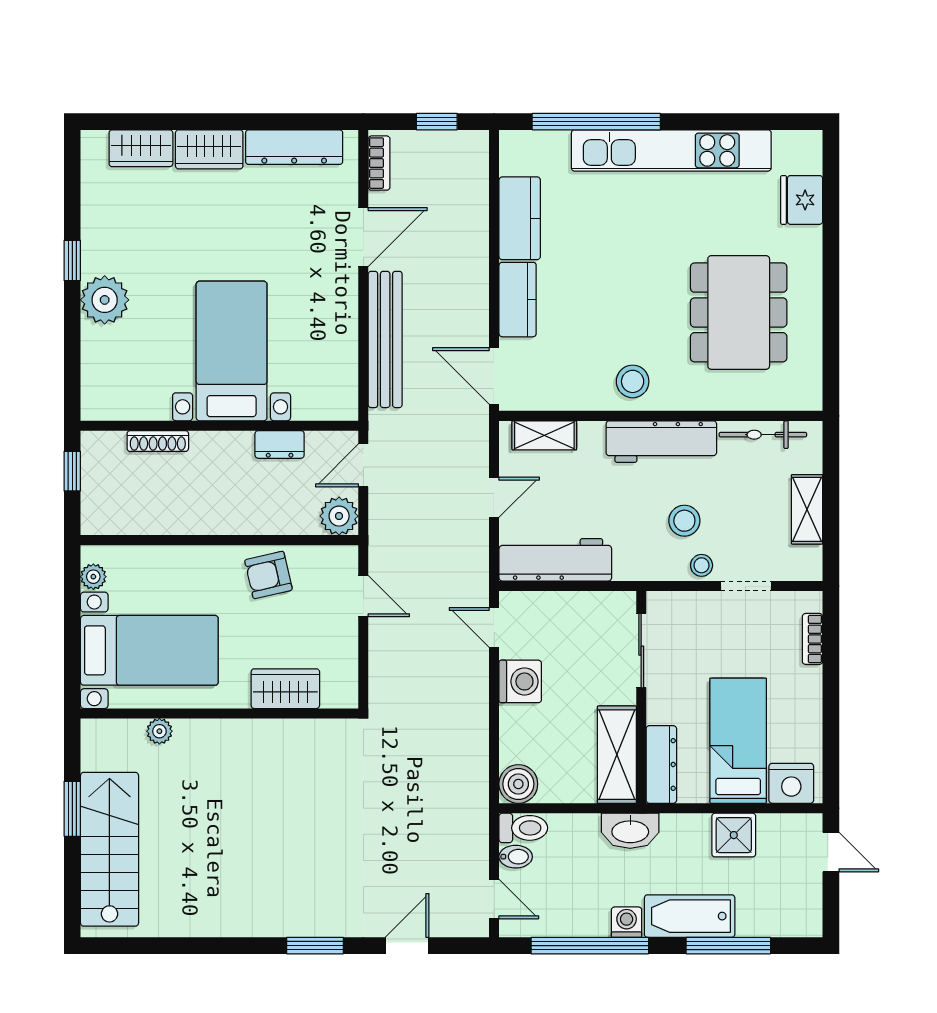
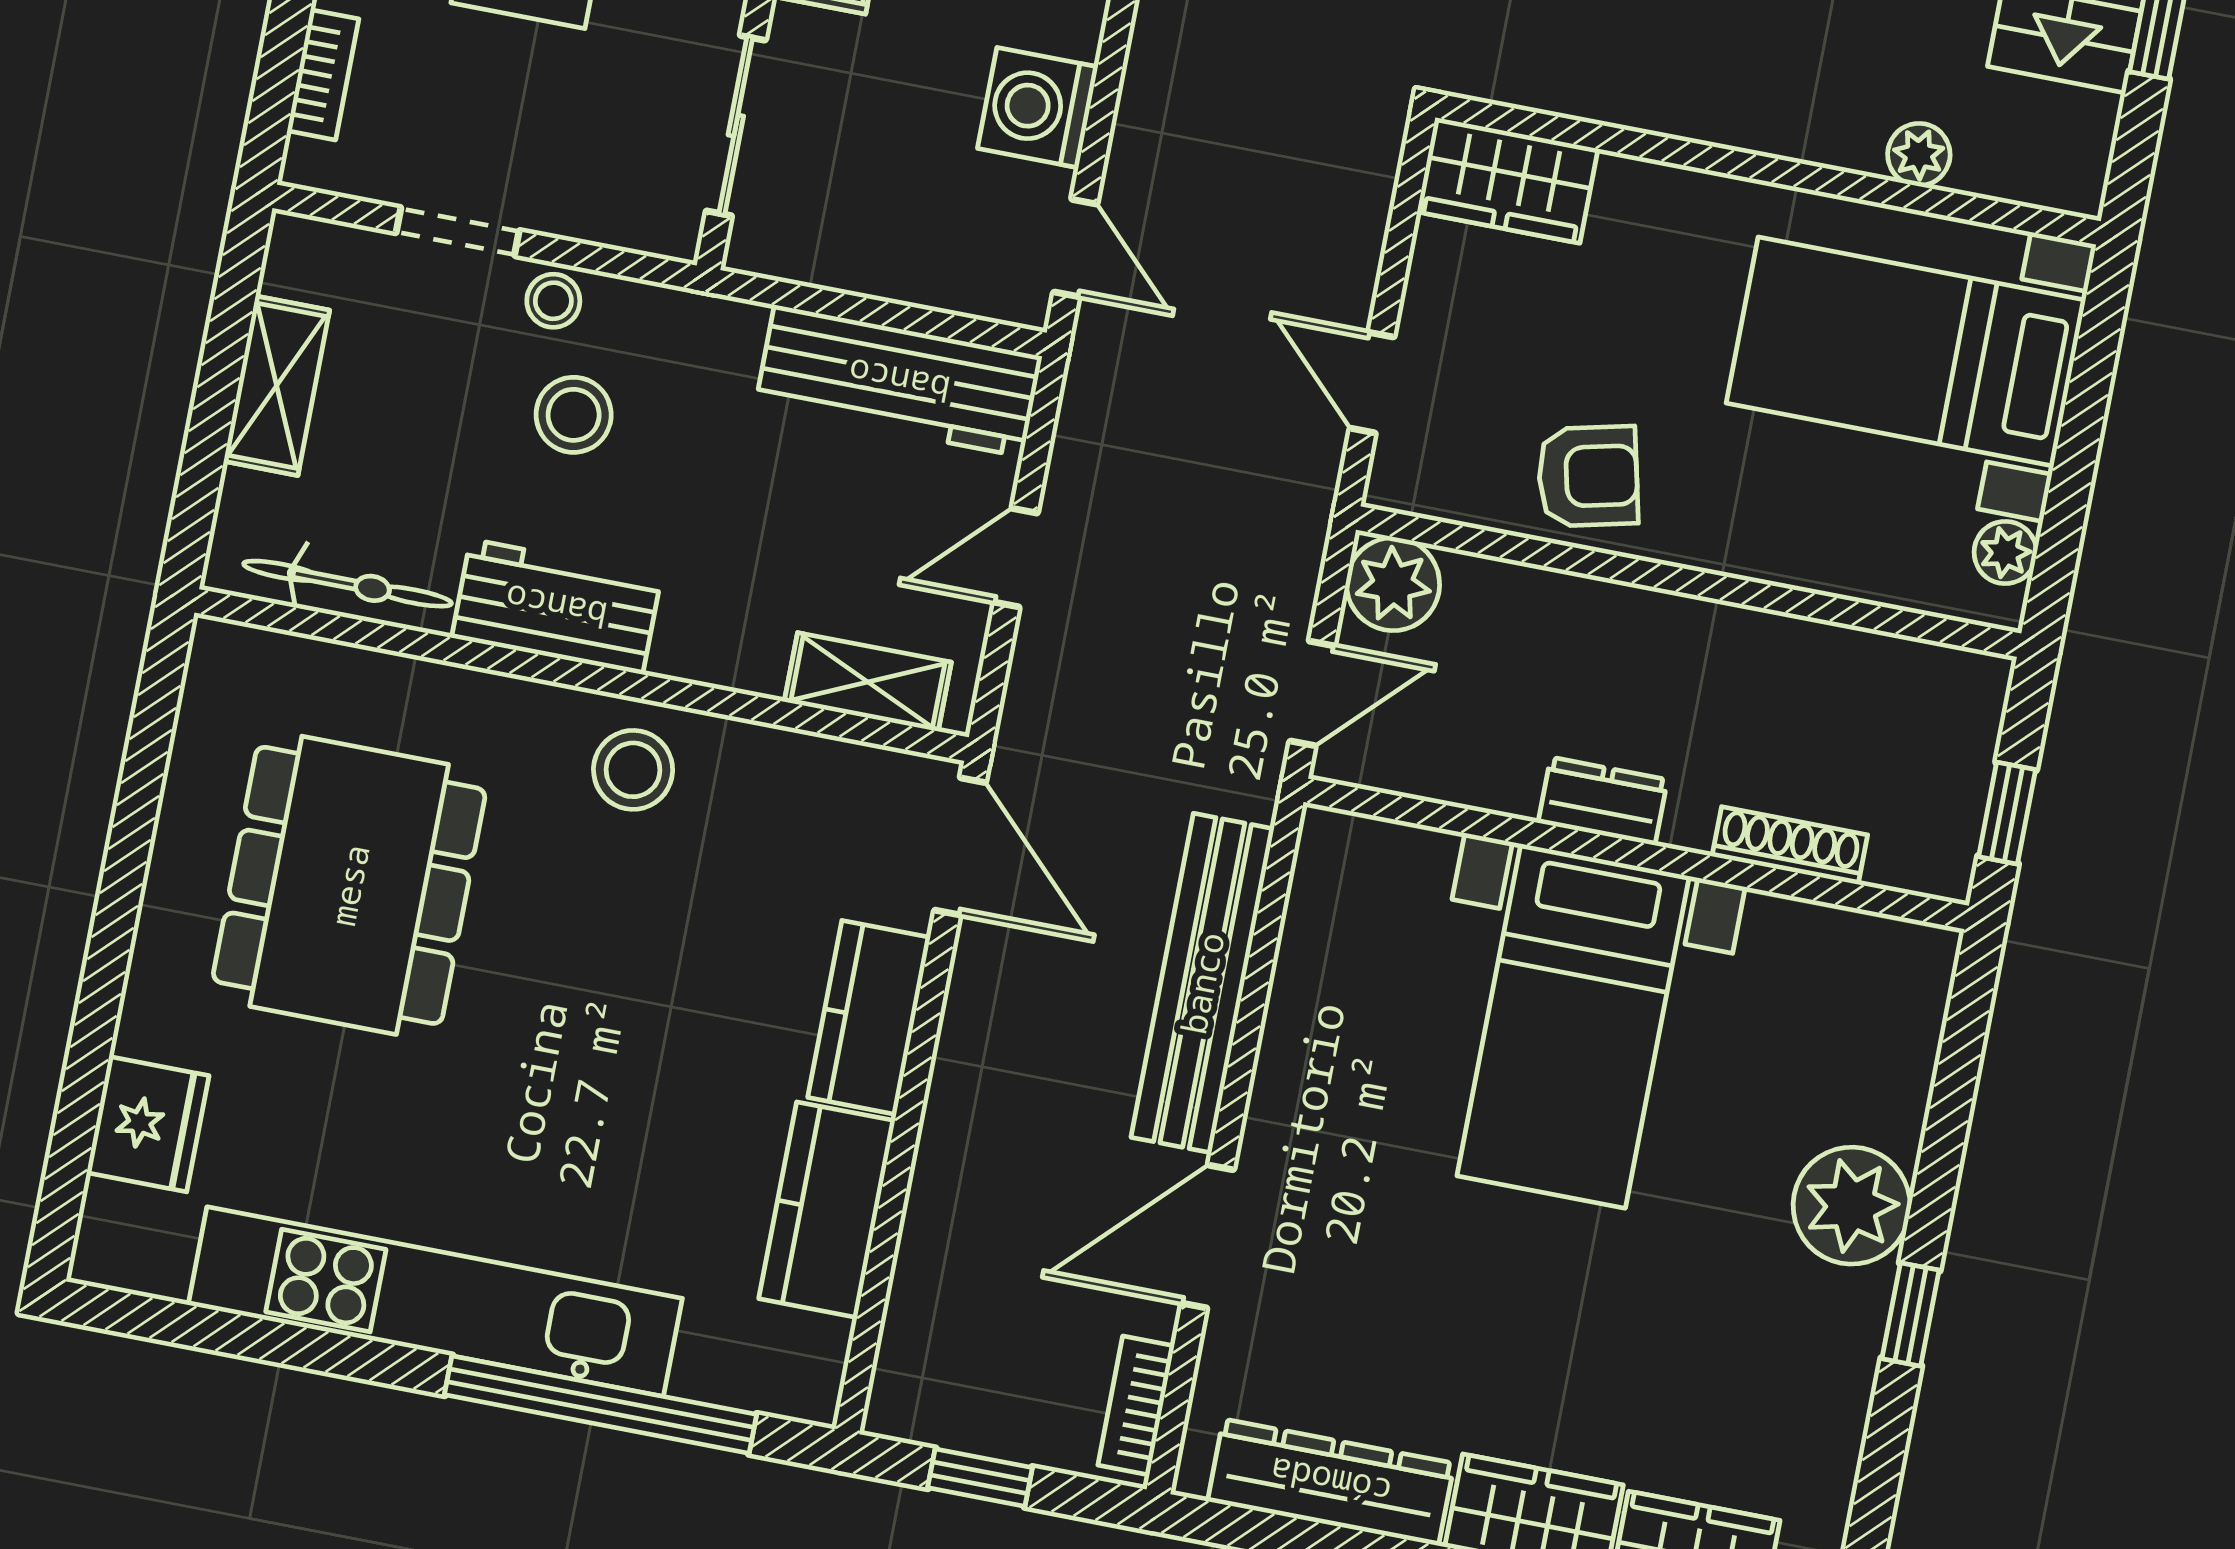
workbench: (661, 442) -> (556, 607), width x0.73
dresser: (280, 444) -> (1603, 801), moved
wardrobe: (285, 689) -> (1508, 180), moved

